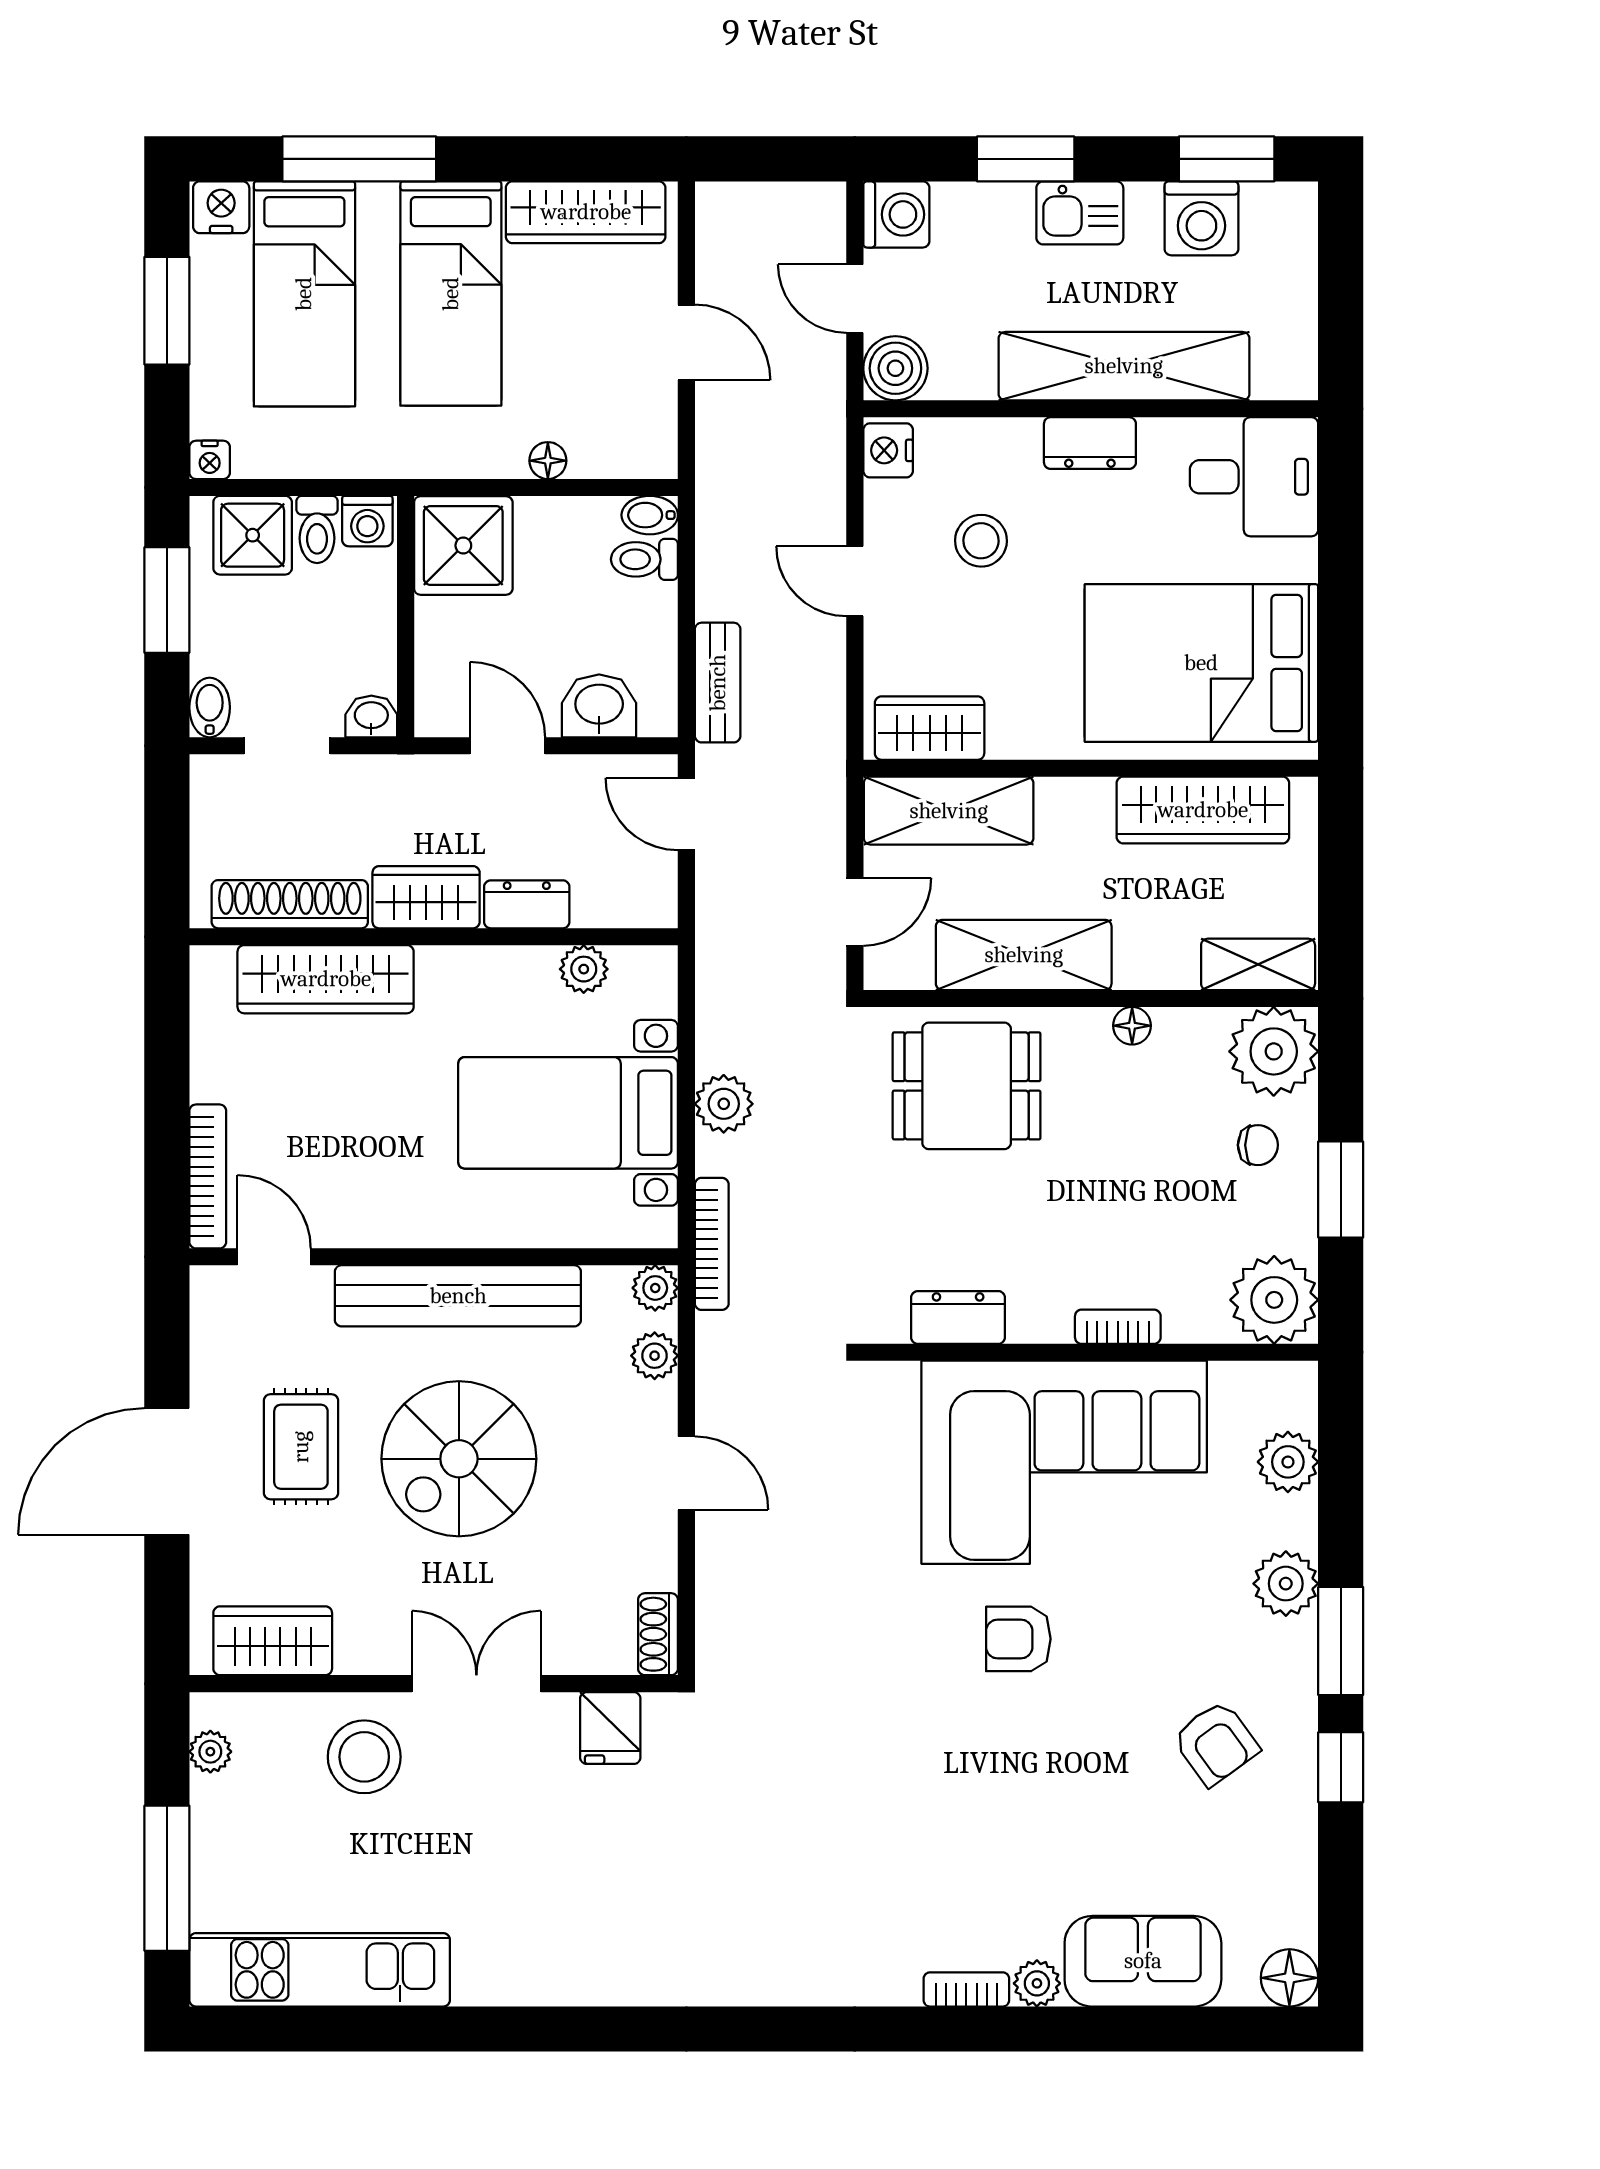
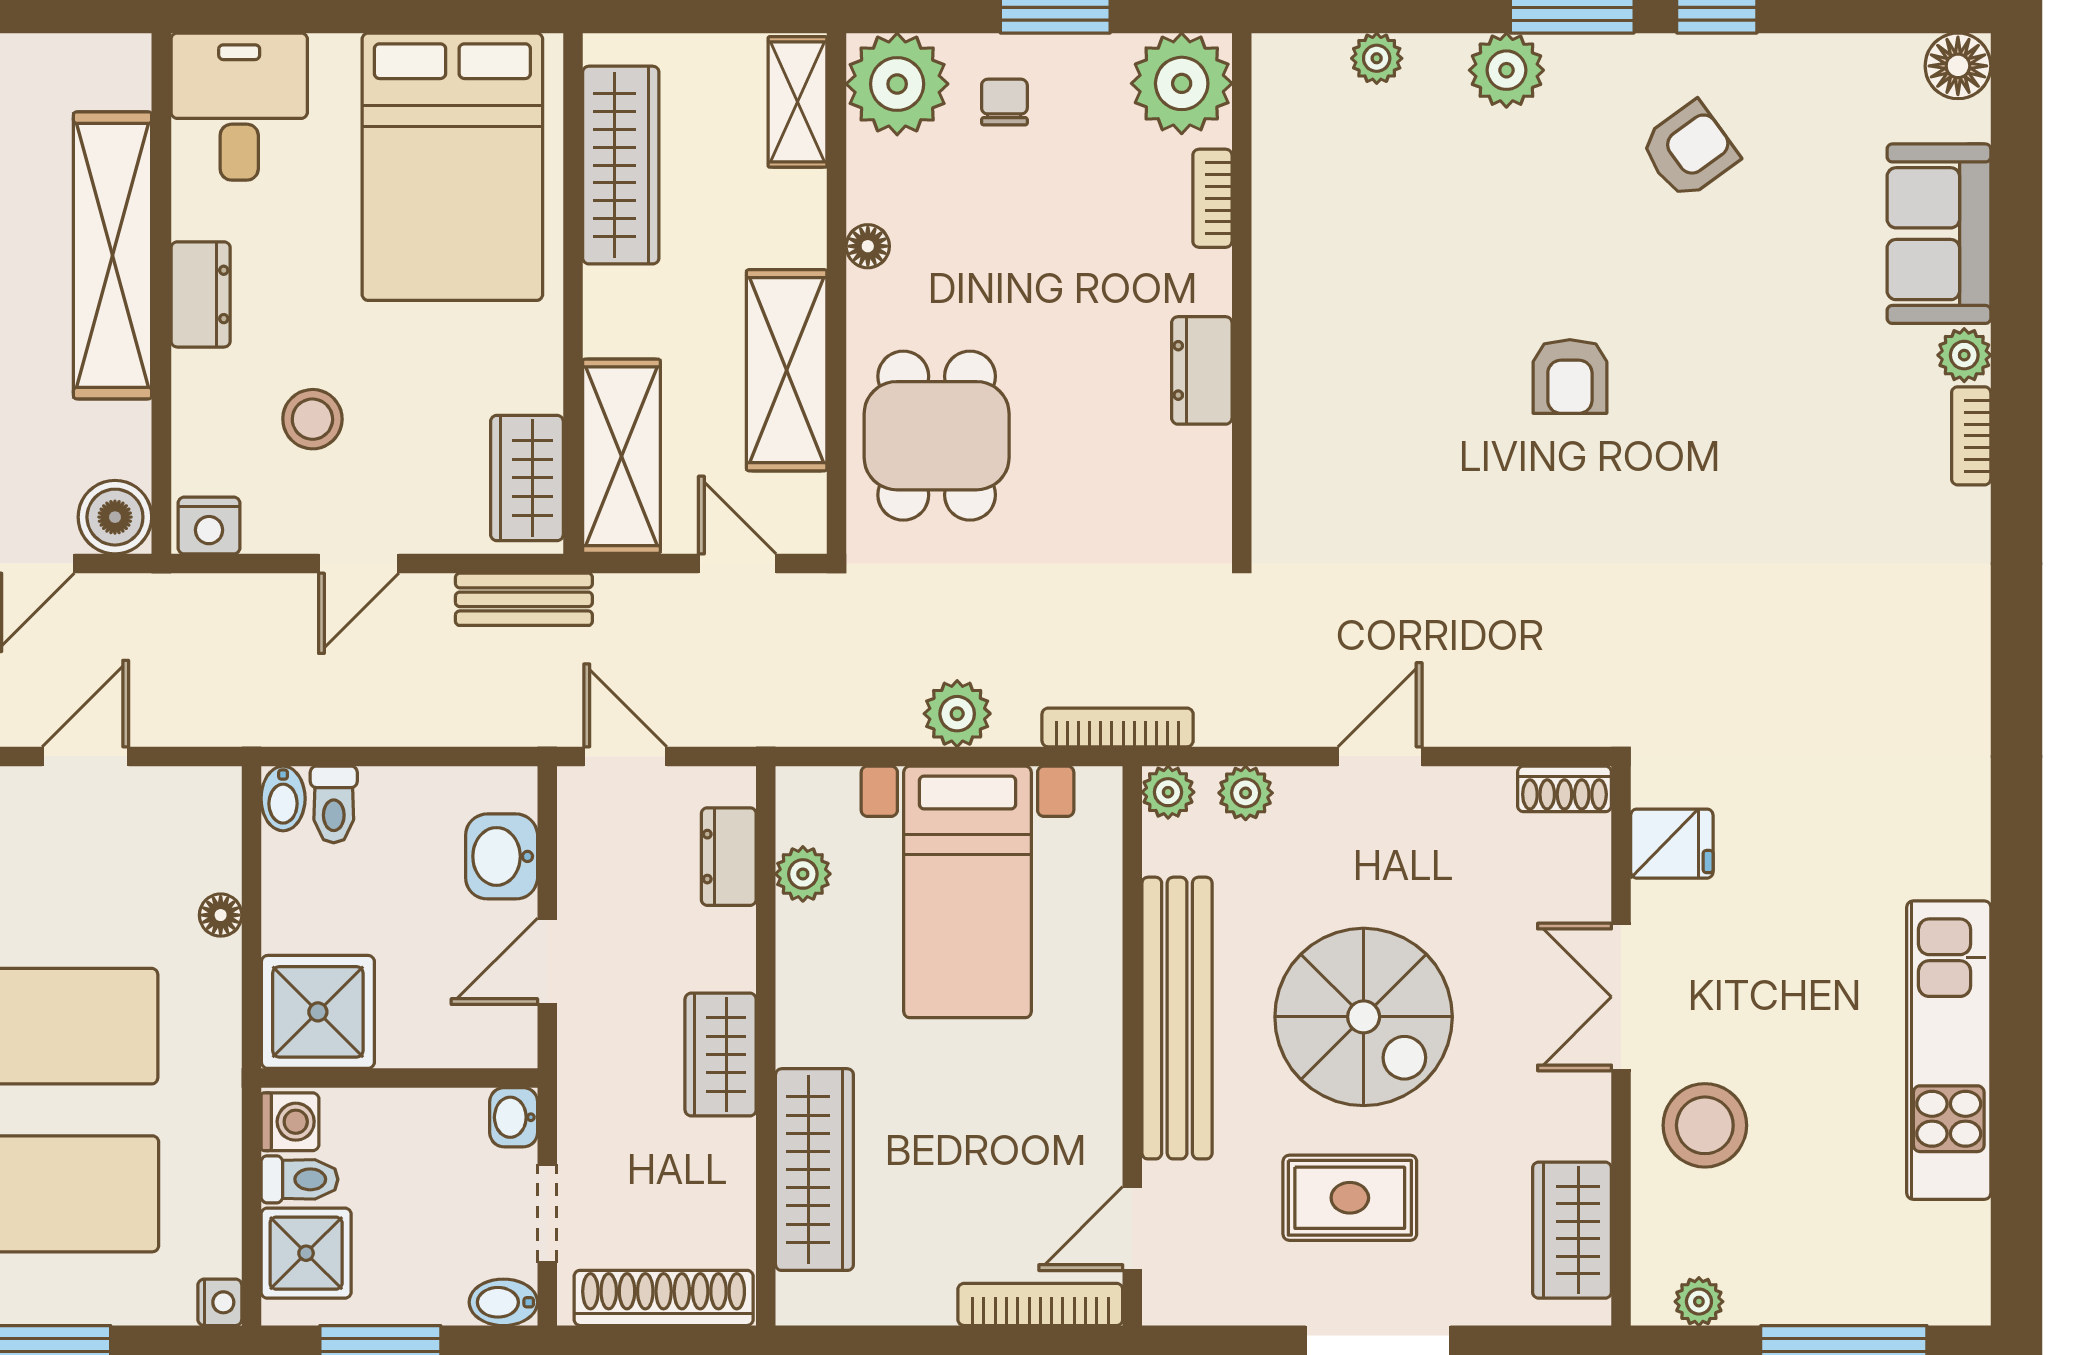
bench: (718, 683) -> (524, 599), moved
door: (686, 814) -> (625, 756), swing flipped
shoe rack: (290, 904) -> (664, 1298), moved, turned 90
dresser: (527, 904) -> (729, 857), moved
dresser: (958, 1317) -> (1202, 370), moved
bookcase: (1118, 1327) -> (1212, 198), moved
corner sofa: (1064, 1462) -> (1368, 324), removed
plant: (1288, 1462) -> (1377, 58), width x0.73, depth x0.73
kitchen unit: (320, 1970) -> (1949, 1050), moved

